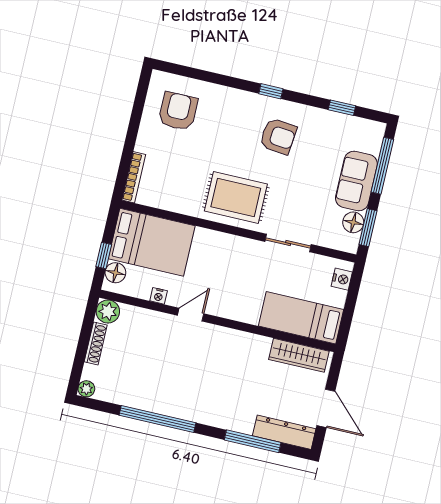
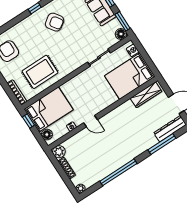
armchair: (278, 136) -> (55, 22), turned 49
rug: (236, 197) -> (40, 72), moved
floor lamp: (353, 222) -> (121, 34), moved
window: (104, 256) -> (28, 121), moved
door: (191, 315) -> (91, 121), swing flipped
bed: (301, 318) -> (130, 76), width x1.50

